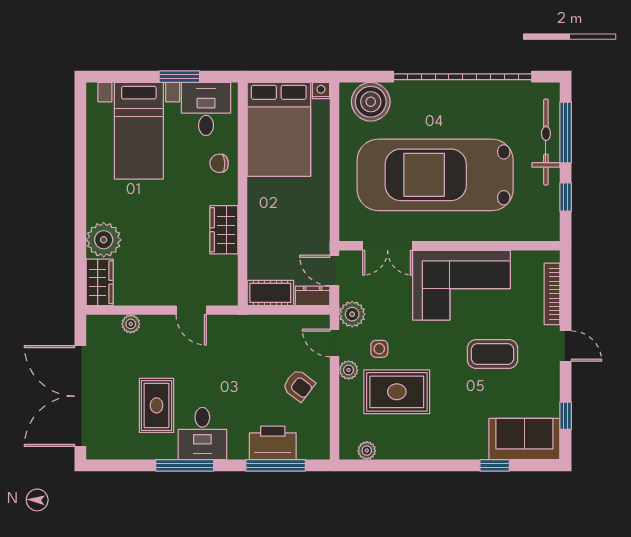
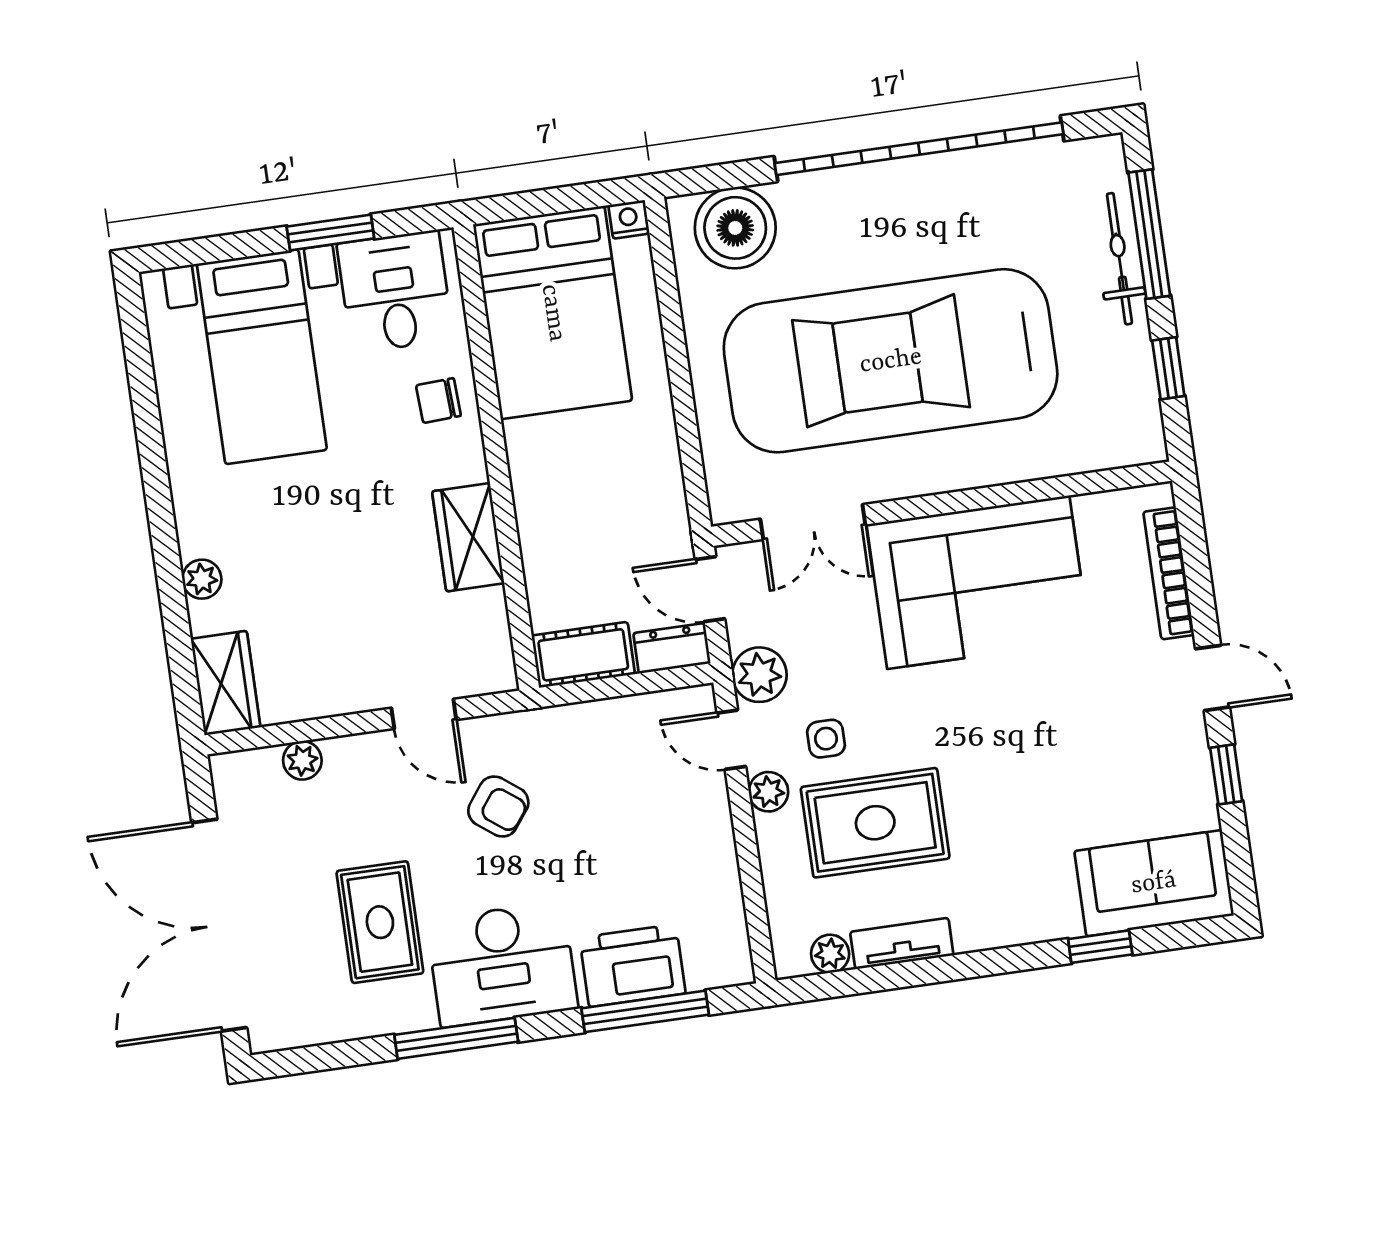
bicycle: (546, 142) -> (1119, 259), width x0.73, depth x0.71
plant: (104, 240) -> (202, 579), width x0.53, depth x0.53
coffee table: (492, 354) -> (1063, 716), removed
armchair: (299, 385) -> (498, 806), moved
window: (566, 416) -> (1226, 774), moved
desk: (202, 433) -> (502, 964), width x1.37
tv unit: (401, 451) -> (902, 944), added

